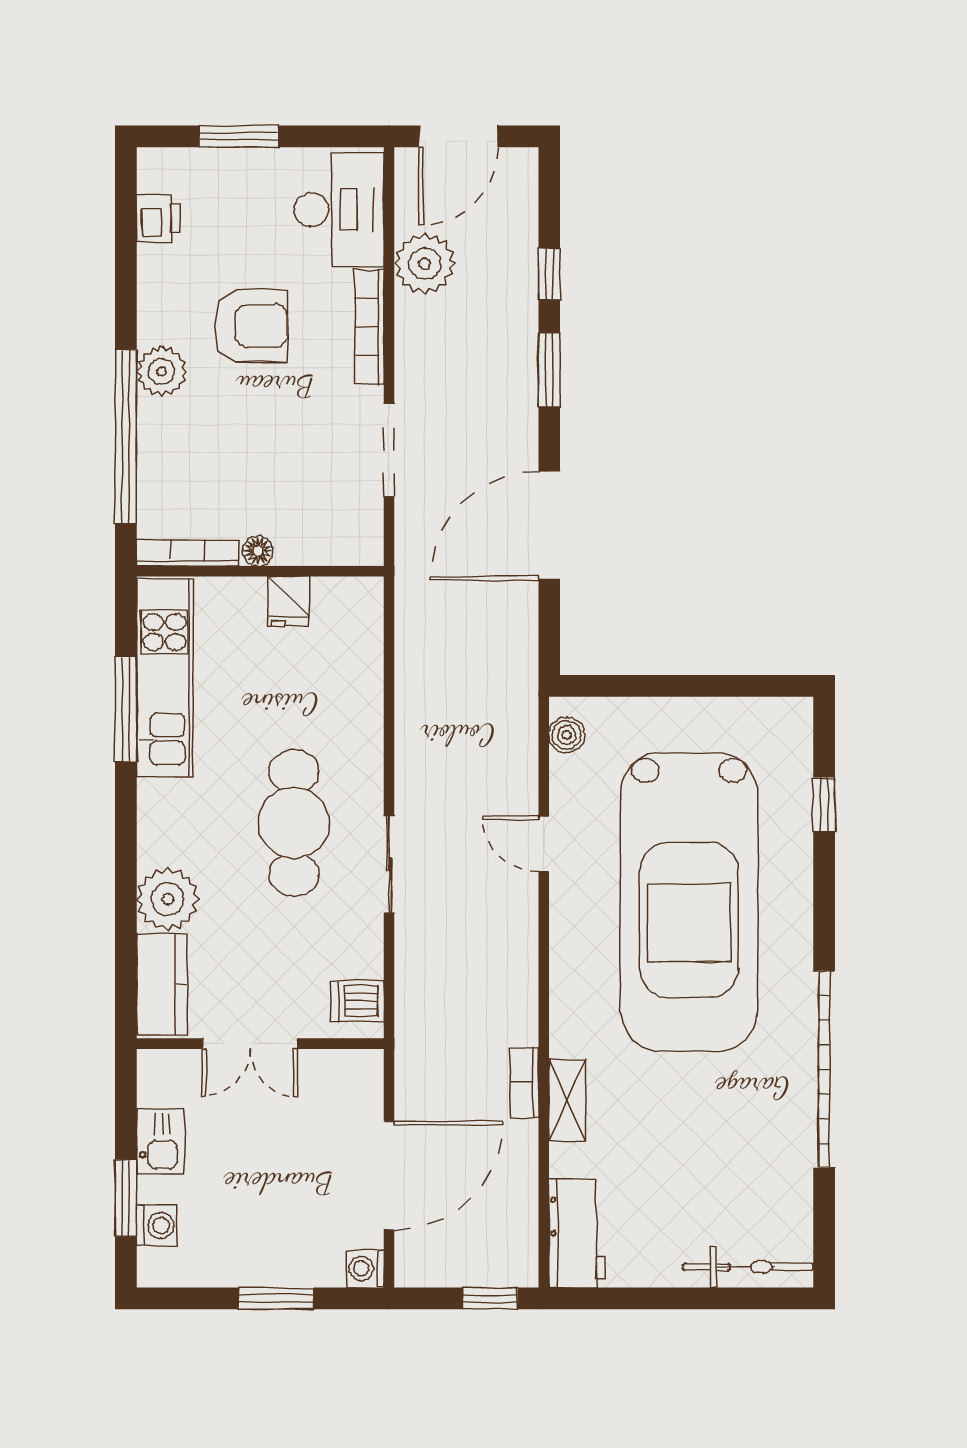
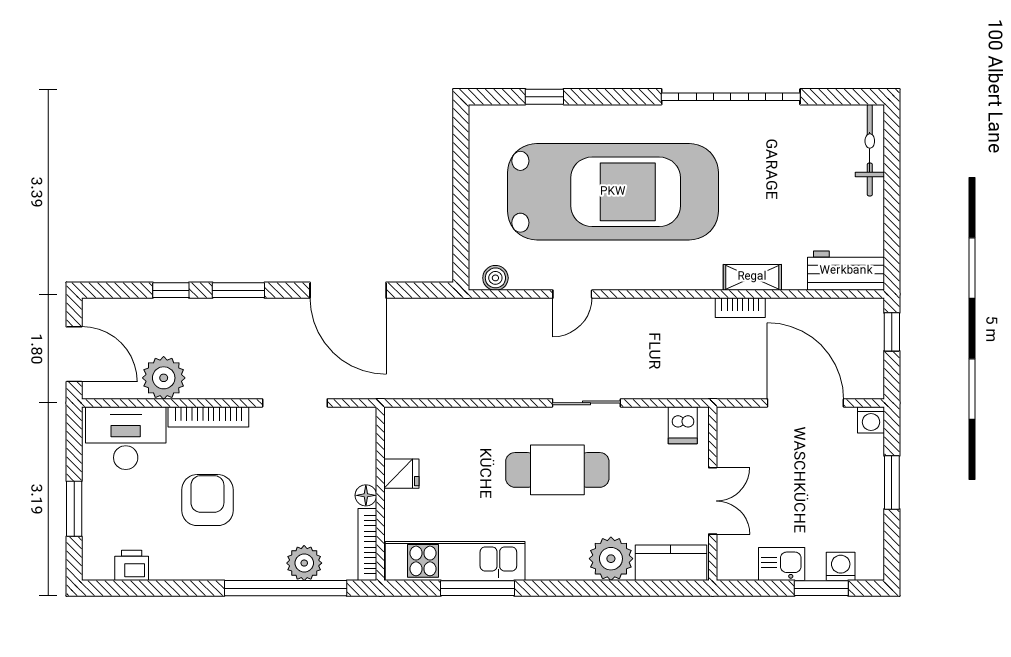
plant: (162, 371) -> (304, 563), moved

